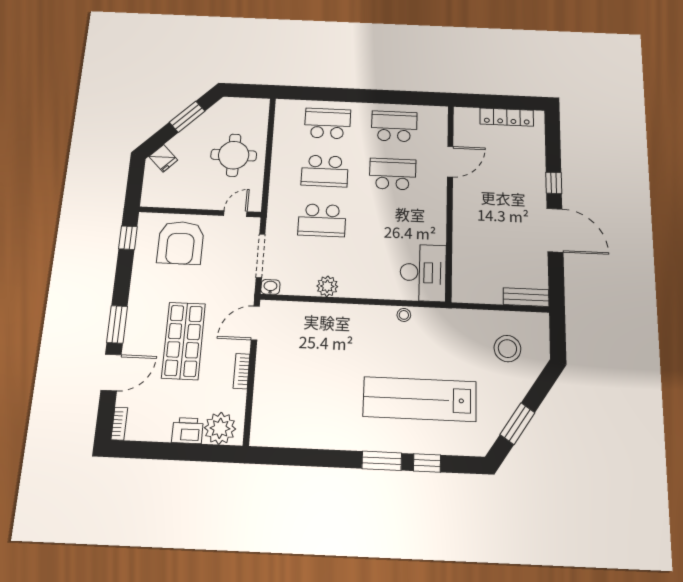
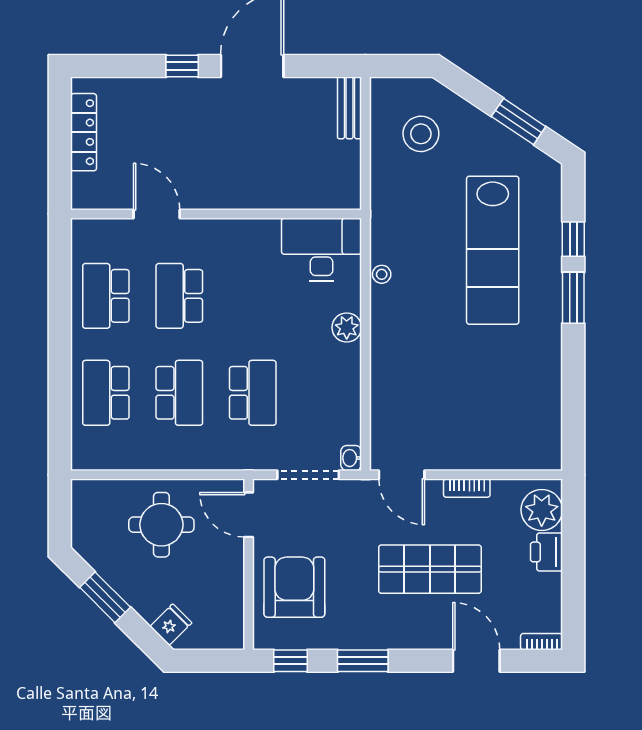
door: (235, 214) -> (249, 515), width x1.38
armchair: (181, 243) -> (294, 587), turned -90
plant: (327, 286) -> (347, 328), moved
window: (117, 324) -> (363, 661), moved

